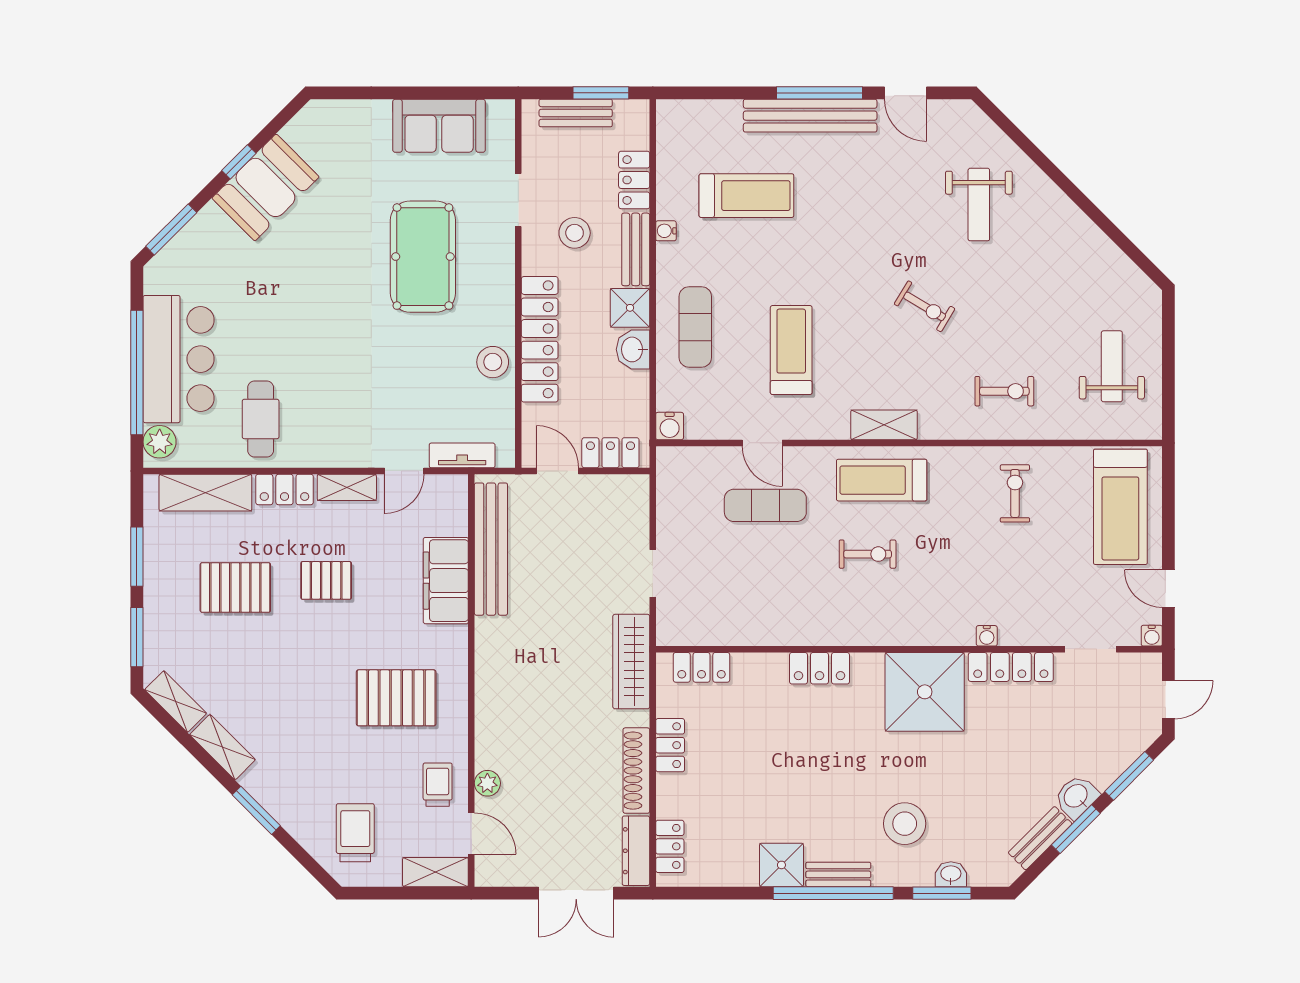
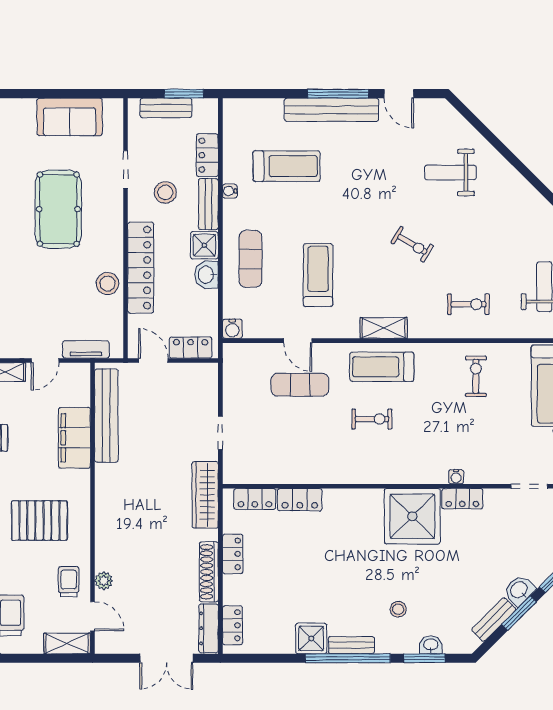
weight bench: (979, 205) -> (450, 172), turned 90
locker: (1011, 667) -> (462, 499), width x0.66
locker: (819, 668) -> (300, 500), moved
stool: (905, 824) -> (398, 609), width x0.53, depth x0.53

